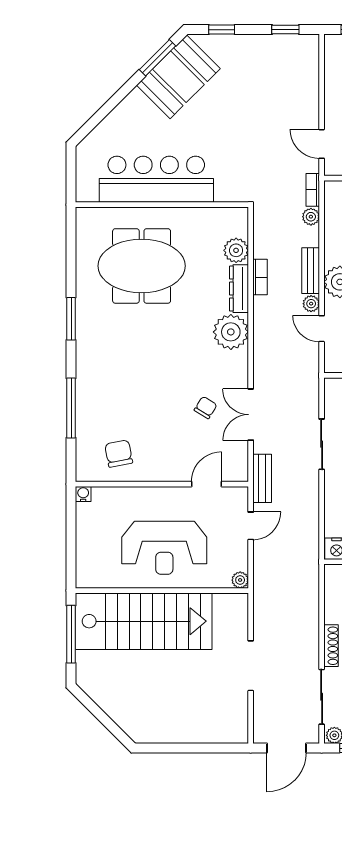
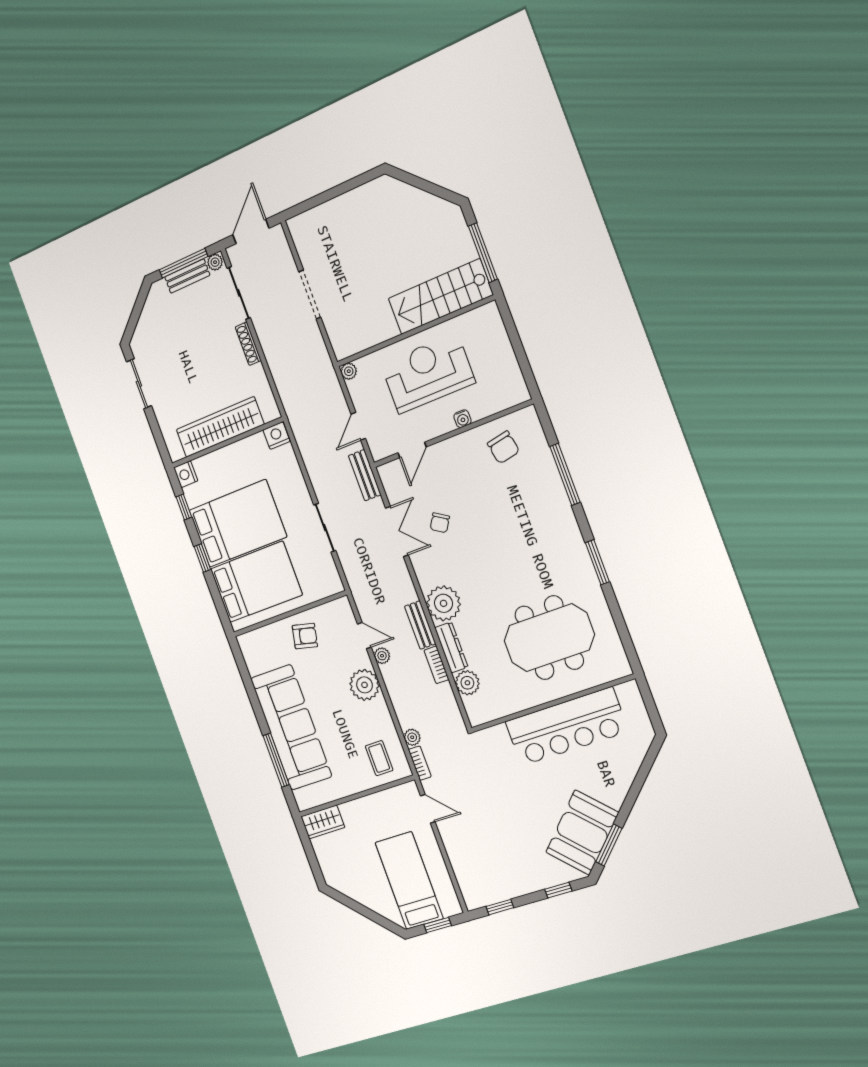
bench: (311, 271) -> (420, 625), moved
water cooler: (83, 494) -> (462, 419), moved
stairs: (144, 621) -> (440, 297), width x0.73, depth x0.66

